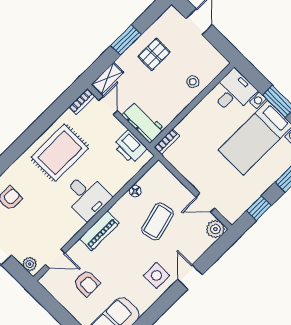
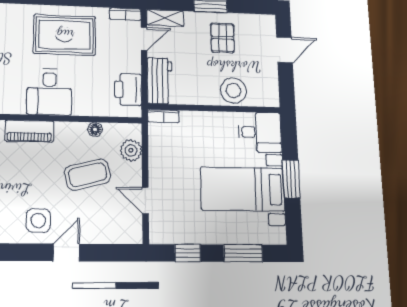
pallet: (154, 54) -> (223, 38), turned 90
stool: (193, 82) -> (233, 90), width x1.89, depth x1.89
plant: (215, 229) -> (131, 150), moved

